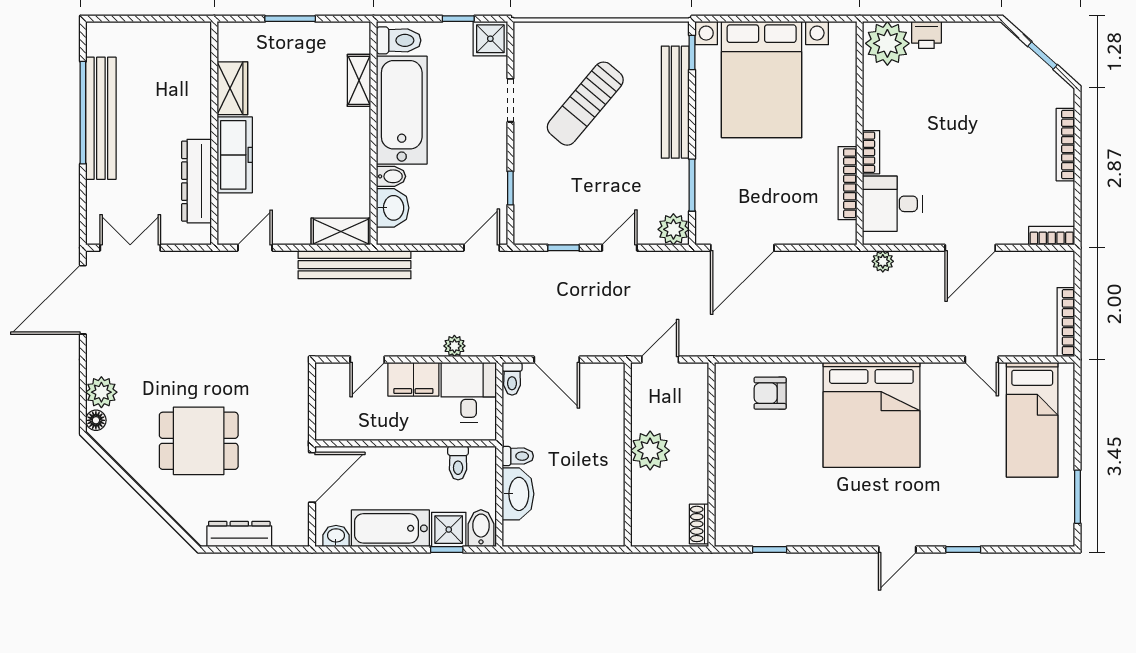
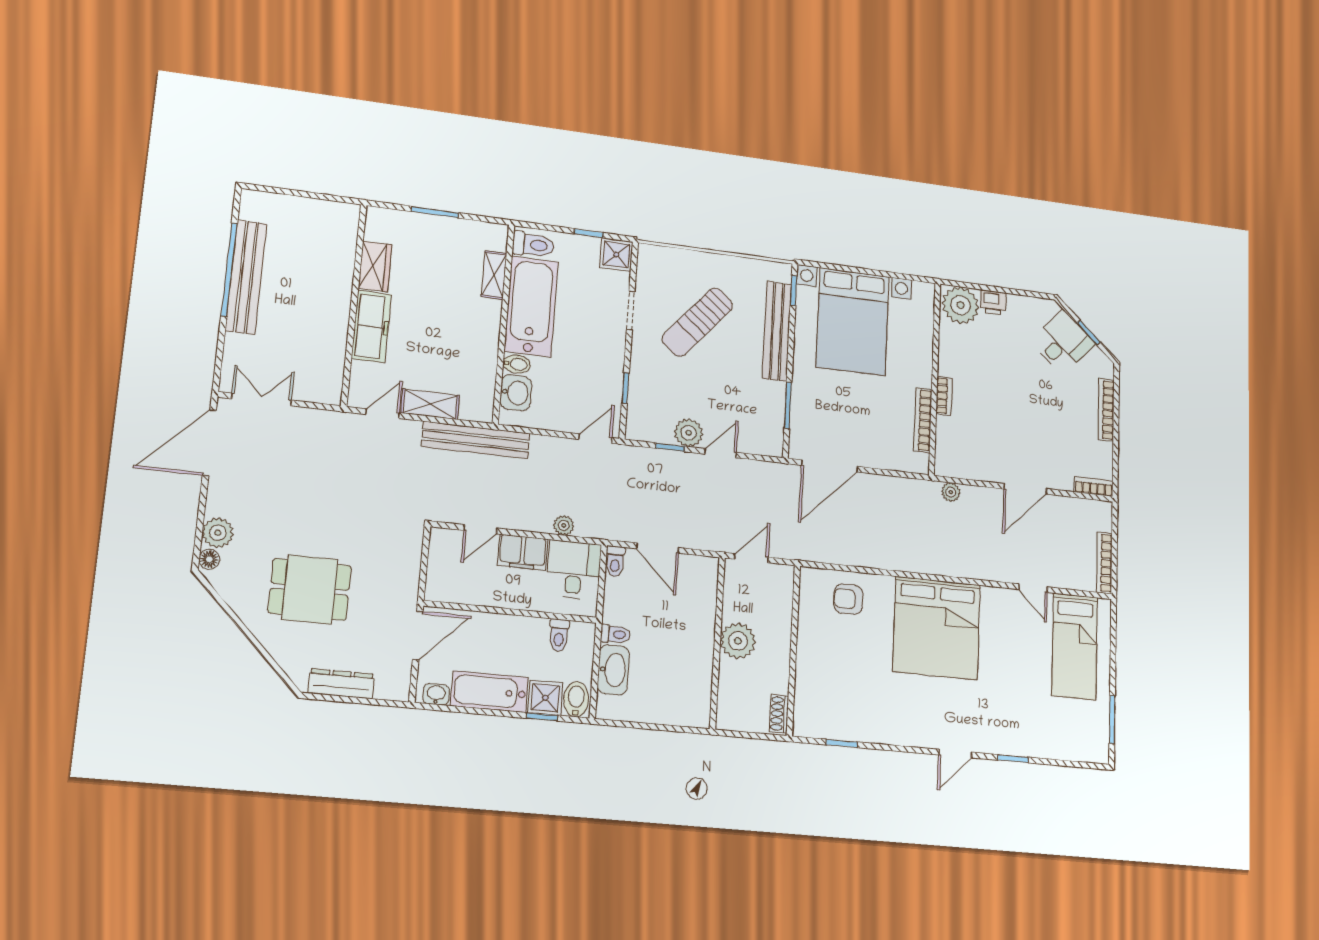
dresser: (197, 181) -> (332, 346), removed
desk: (892, 204) -> (1063, 342), moved, turned 132
plant: (673, 229) -> (689, 433), moved
shelving: (341, 232) -> (430, 404), moved

